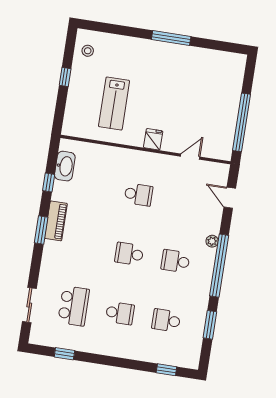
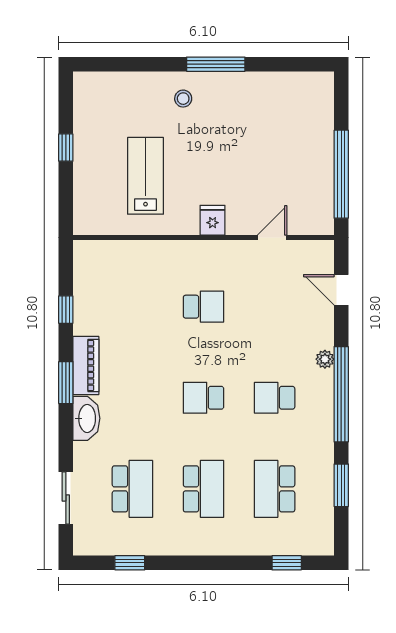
stool: (88, 51) -> (183, 99), moved
lab bench: (114, 104) -> (145, 176), turned 180
washbasin: (65, 166) -> (86, 418), moved
school desk: (120, 313) -> (203, 489), width x1.85
school desk: (166, 320) -> (275, 489), width x1.85

